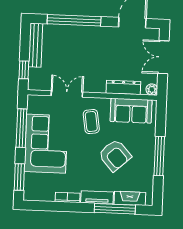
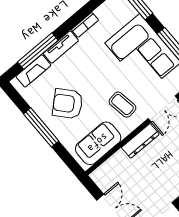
dresser: (123, 87) -> (140, 141), moved
plant: (152, 89) -> (97, 176), removed
armchair: (115, 155) -> (68, 104), moved

